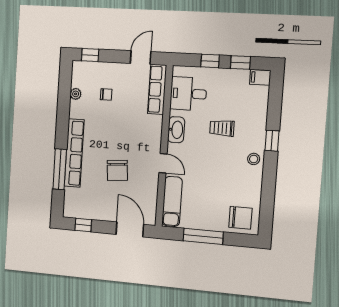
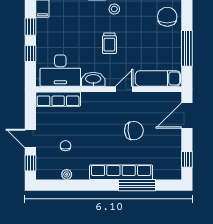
door: (141, 58) -> (30, 138), moved
desk: (188, 94) -> (60, 71), width x1.37
trolley: (222, 128) -> (109, 43), moved

